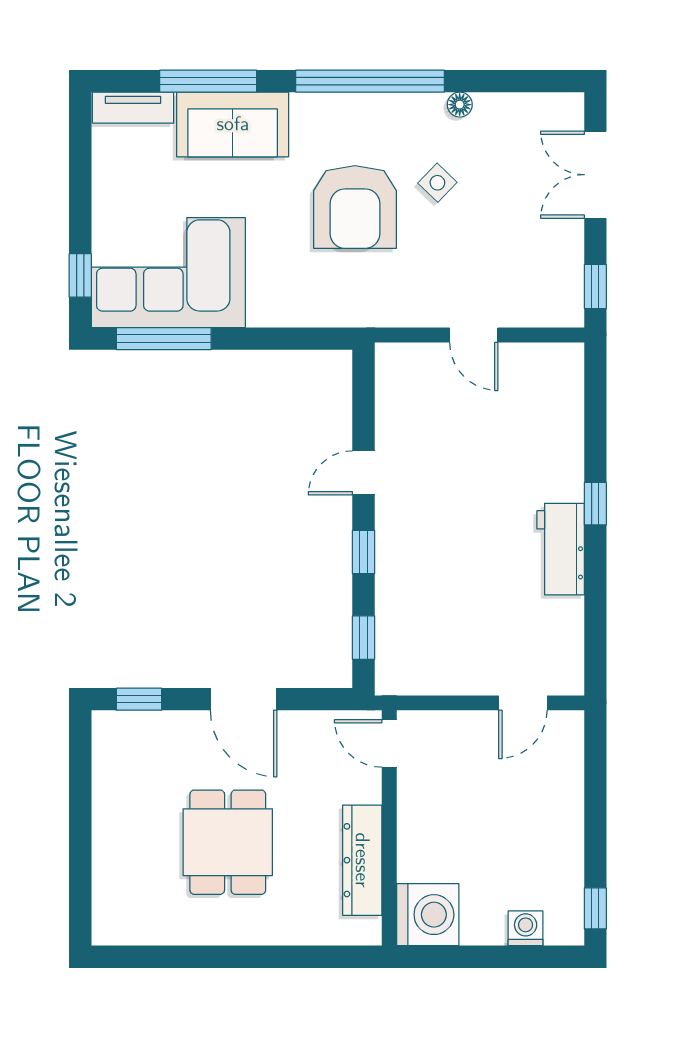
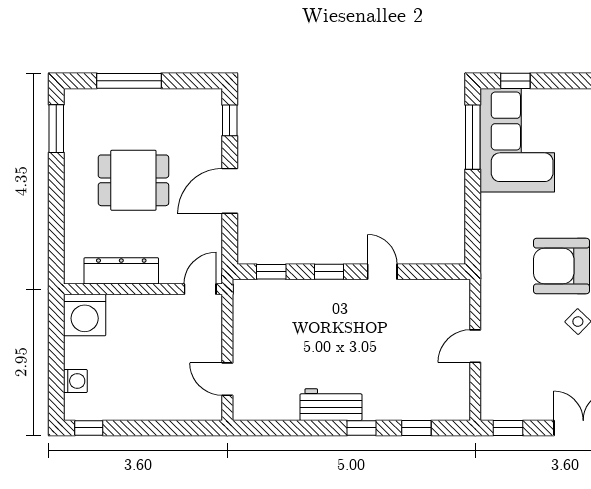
window: (595, 422) -> (416, 428), added
window: (80, 849) -> (129, 81), added
window: (151, 957) -> (56, 129), added

